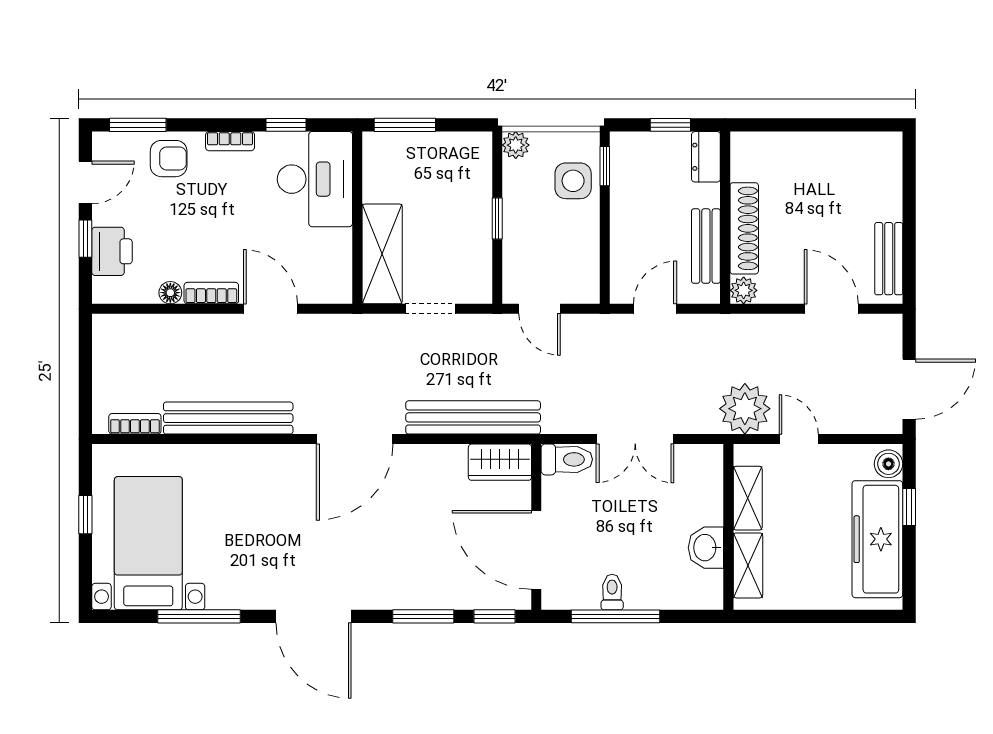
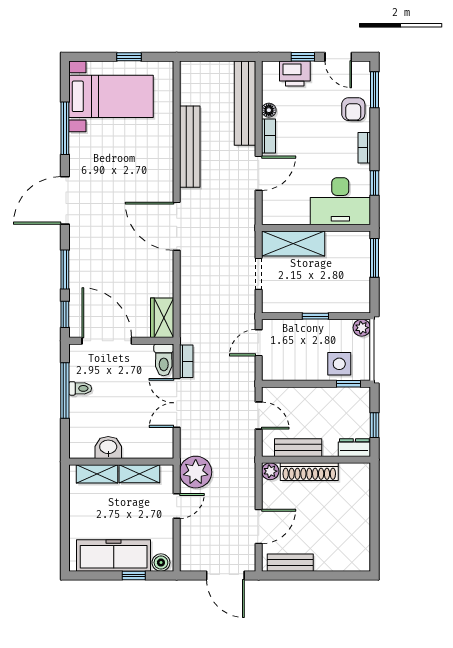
door: (909, 389) -> (225, 575), moved
bench: (473, 417) -> (245, 103), moved
bookcase: (135, 424) -> (186, 361), moved
door: (536, 550) -> (107, 341), hinge flipped

